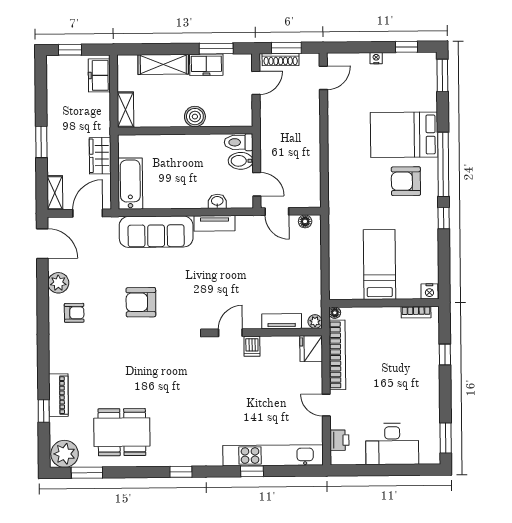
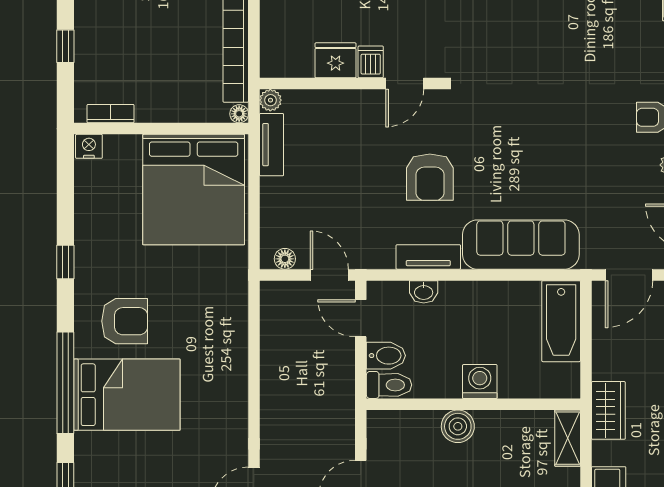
washing machine: (181, 145) -> (480, 382), added
wardrobe: (100, 156) -> (608, 410), moved
window: (443, 164) -> (65, 383), moved
bed: (380, 265) -> (194, 189), width x2.04
armchair: (141, 302) -> (430, 177), moved, turned 90
tv unit: (282, 321) -> (271, 145), moved, turned -90
fridge: (311, 349) -> (336, 60), moved, turned -90

